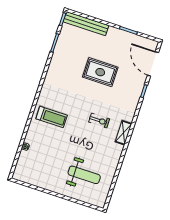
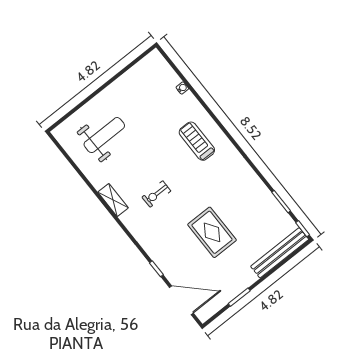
rug: (100, 72) -> (212, 232), turned 90
treadmill: (52, 117) -> (197, 141), turned 90
shelving: (123, 133) -> (113, 200), moved
weight bench: (84, 175) -> (104, 135), turned 180

